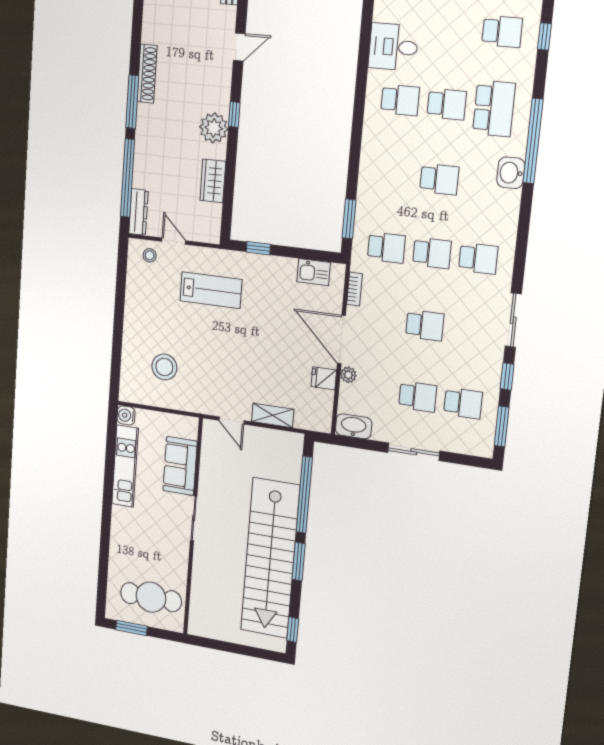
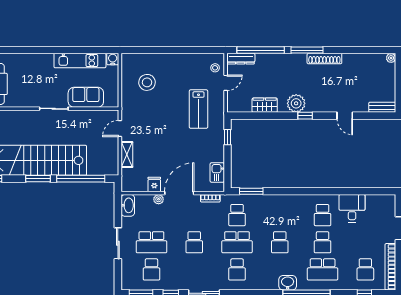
school desk: (432, 253) -> (237, 242), width x1.85
school desk: (418, 397) -> (151, 242), width x1.85

